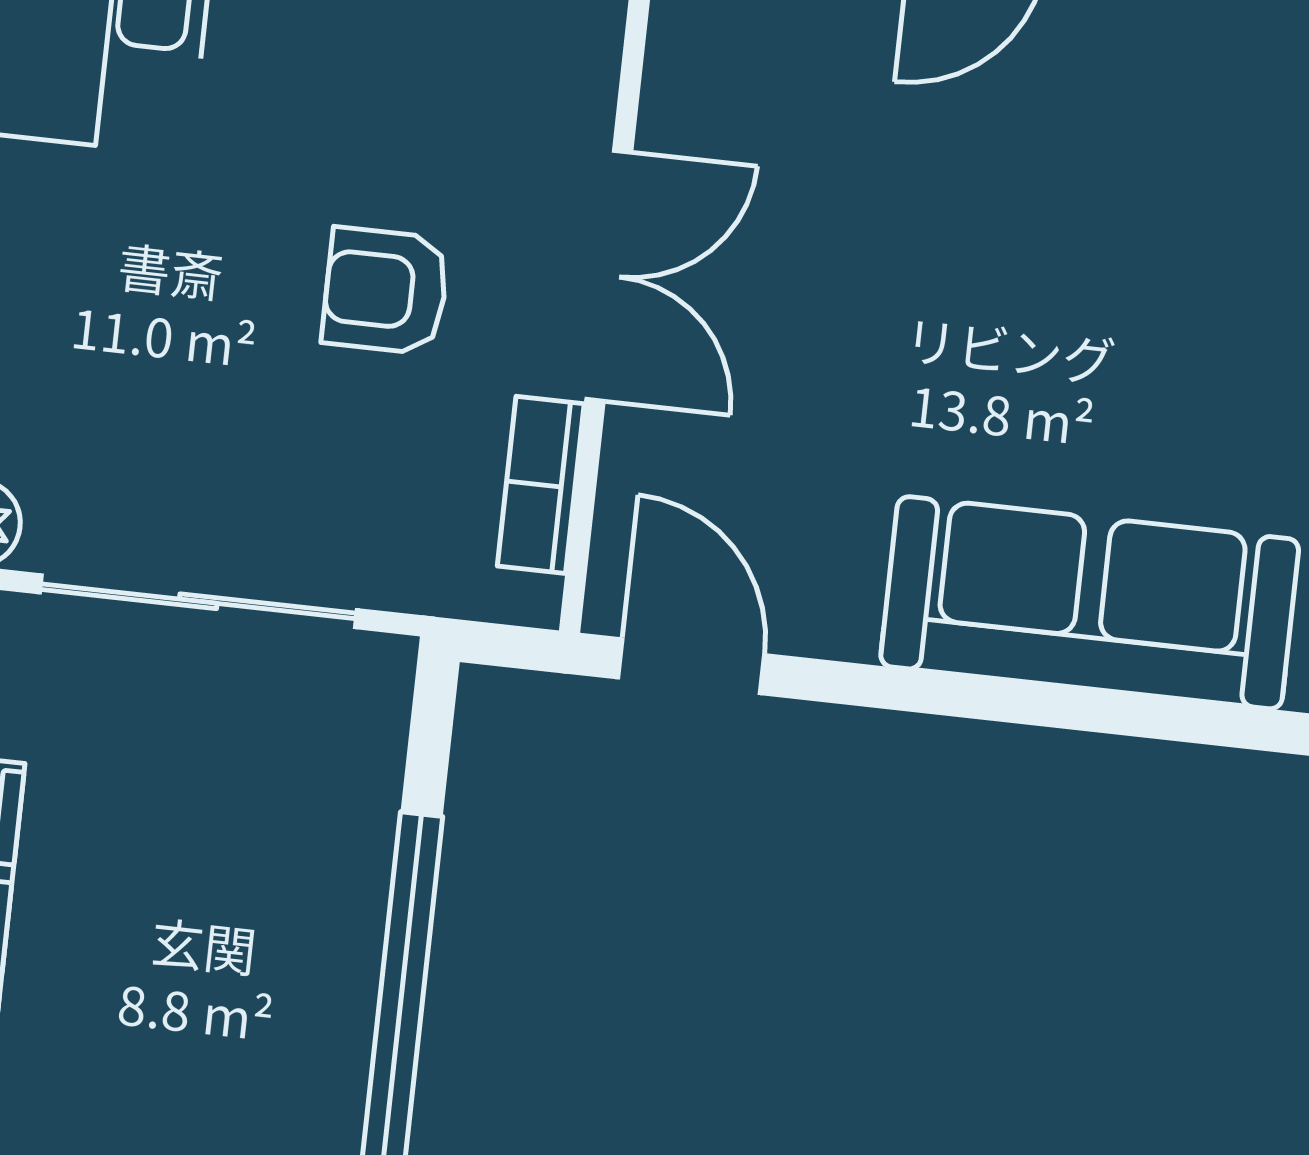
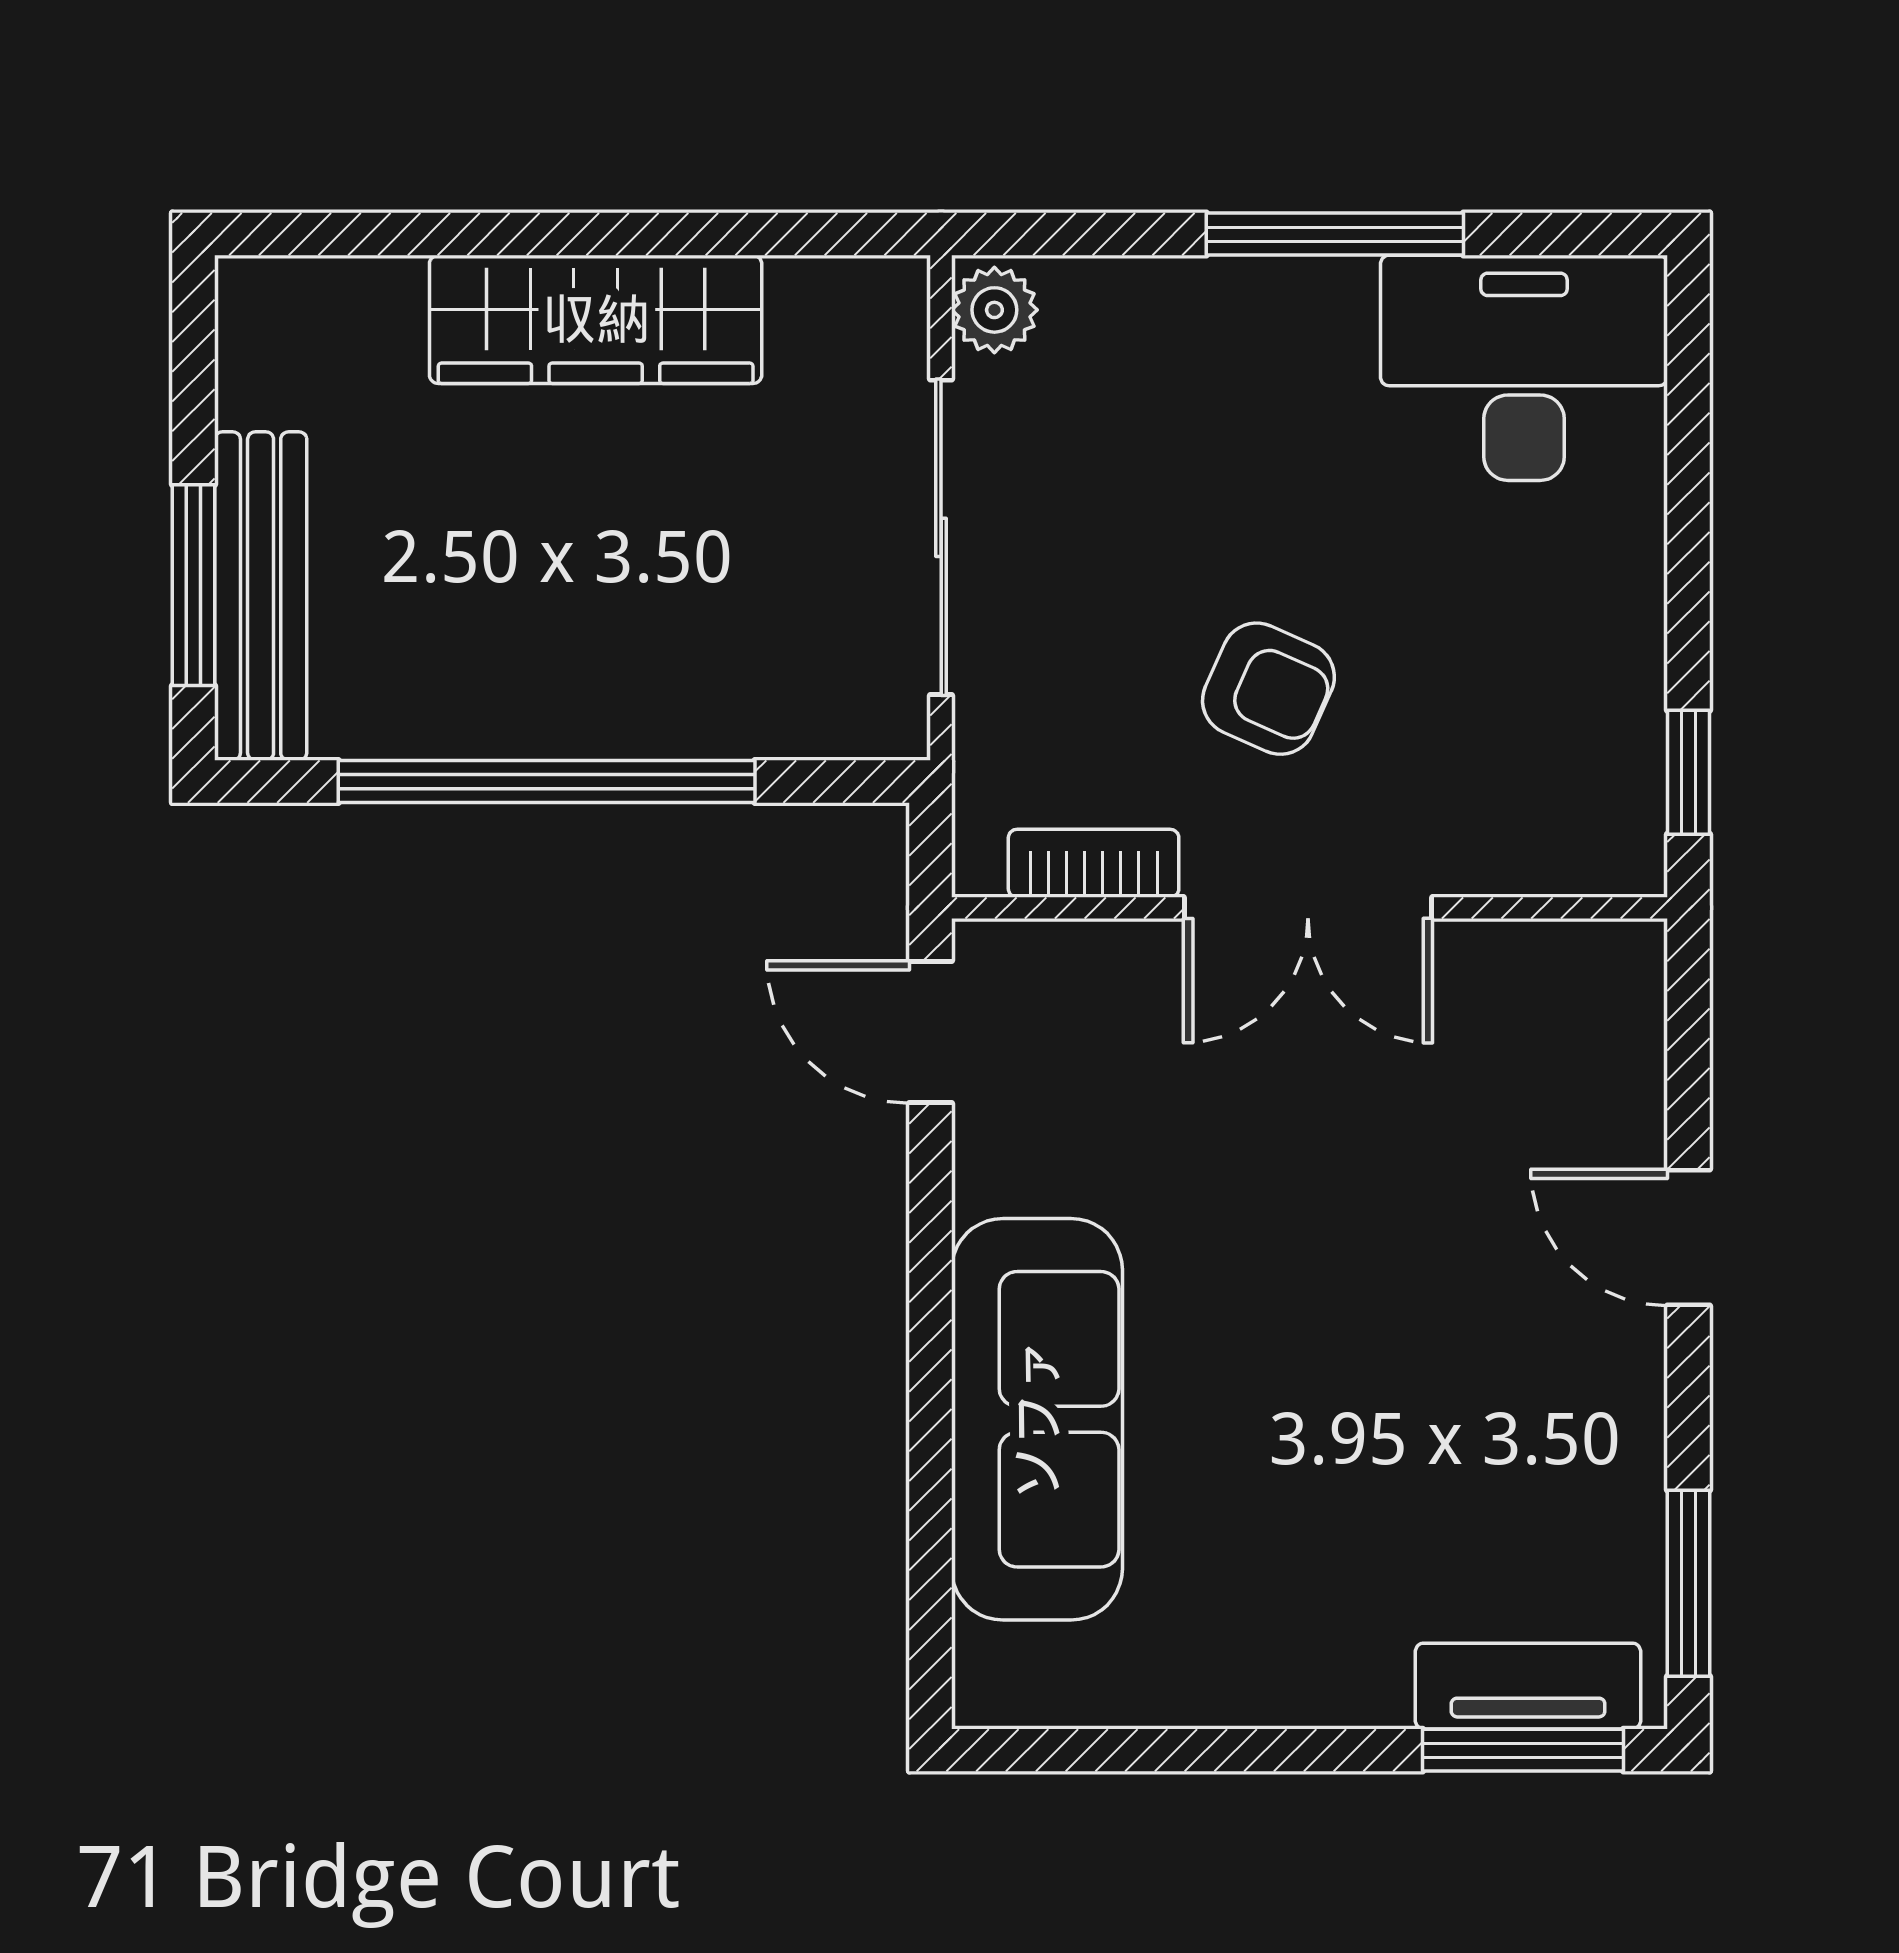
armchair: (386, 291) -> (1268, 689), turned 114
door: (691, 666) -> (930, 1032), swing flipped

